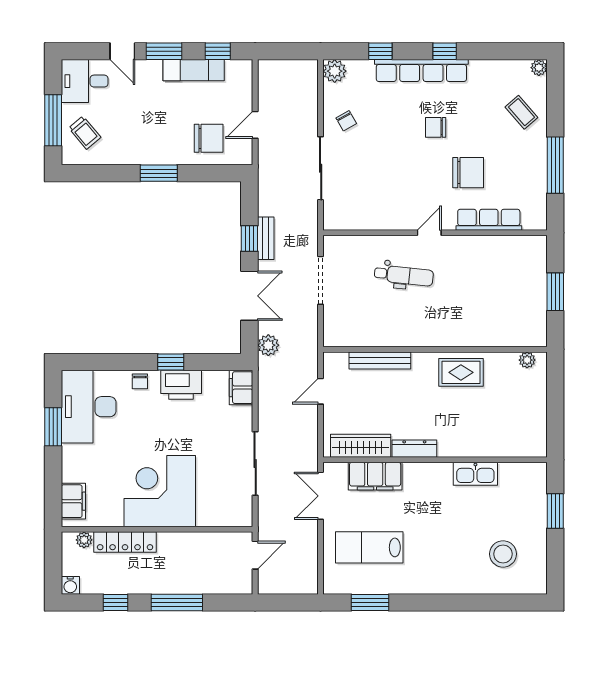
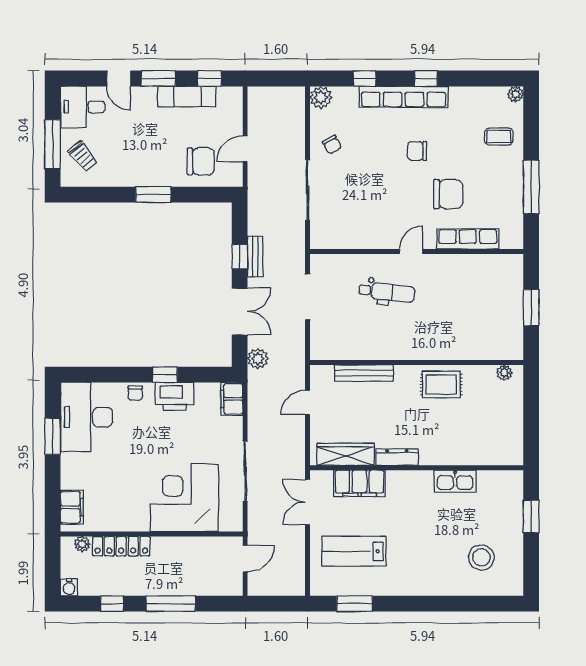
coffee table: (521, 112) -> (499, 137), turned -49
corner desk: (160, 491) -> (184, 498), moved

